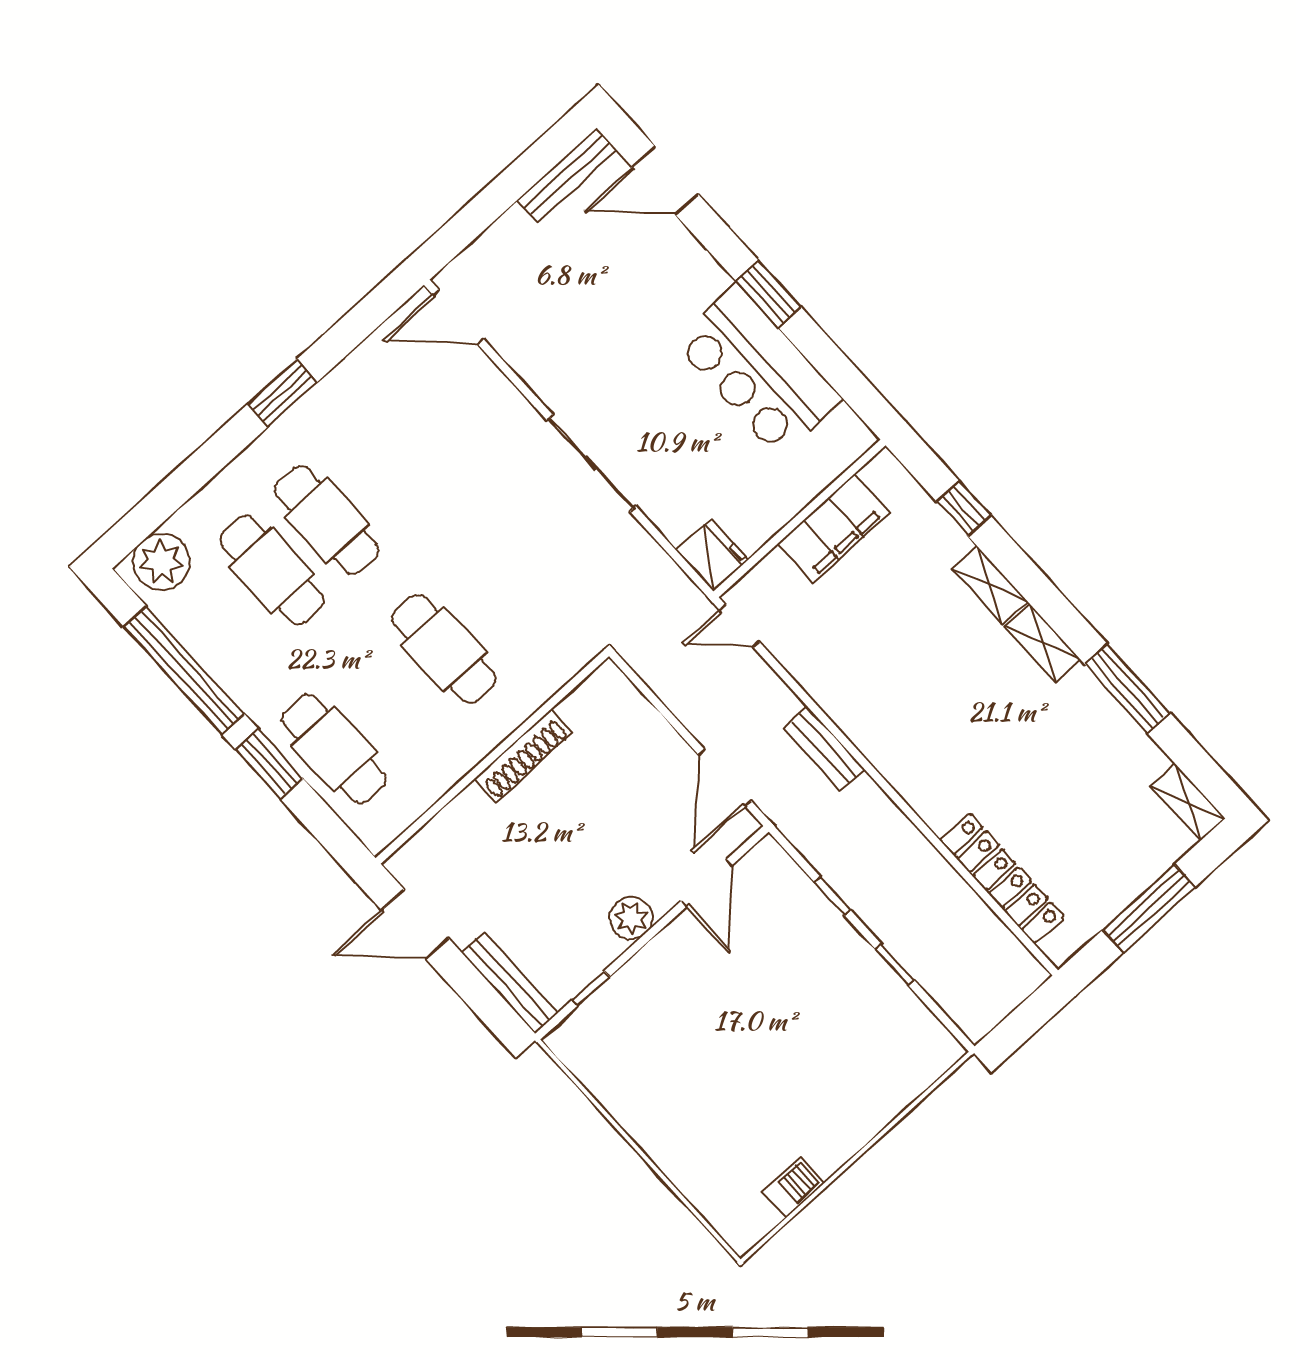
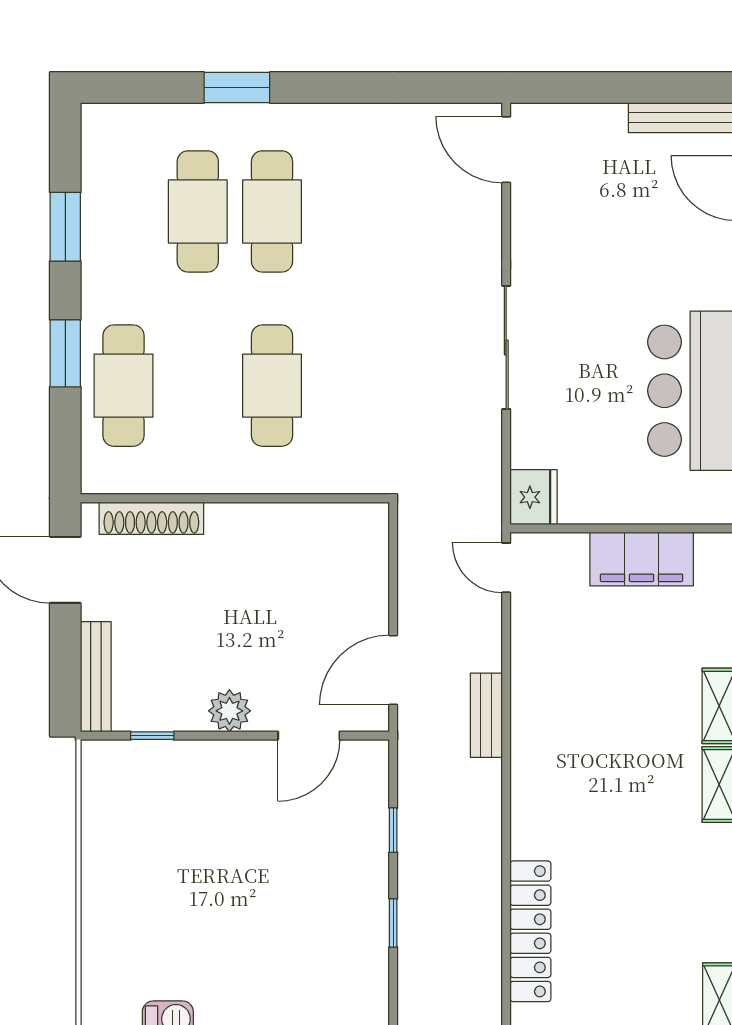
window: (283, 393) -> (237, 88), moved
plant: (162, 562) -> (122, 131), removed
window: (184, 671) -> (65, 227), width x0.47
shoe rack: (523, 756) -> (151, 518), moved

